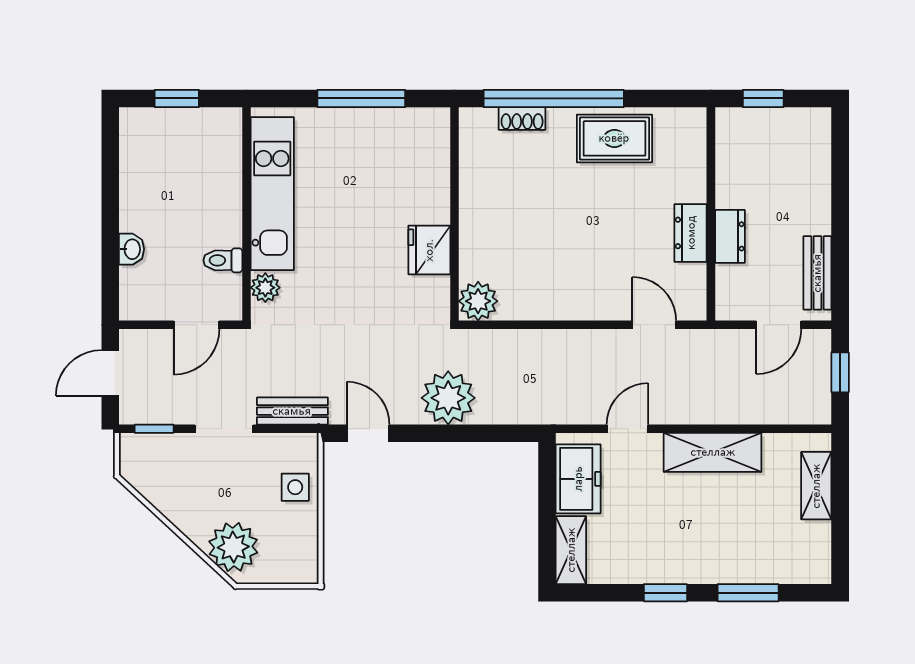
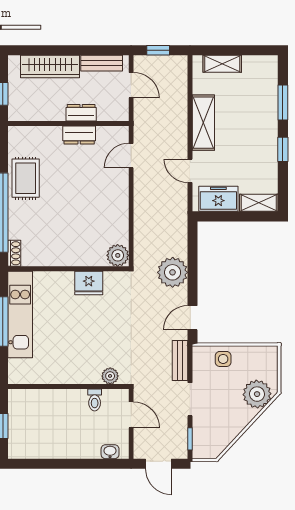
shoe rack: (522, 118) -> (14, 253), moved
wardrobe: (811, 181) -> (50, 67), added
kitchen unit: (272, 194) -> (20, 314), moved, turned 90
washbasin: (132, 249) -> (110, 452), moved

